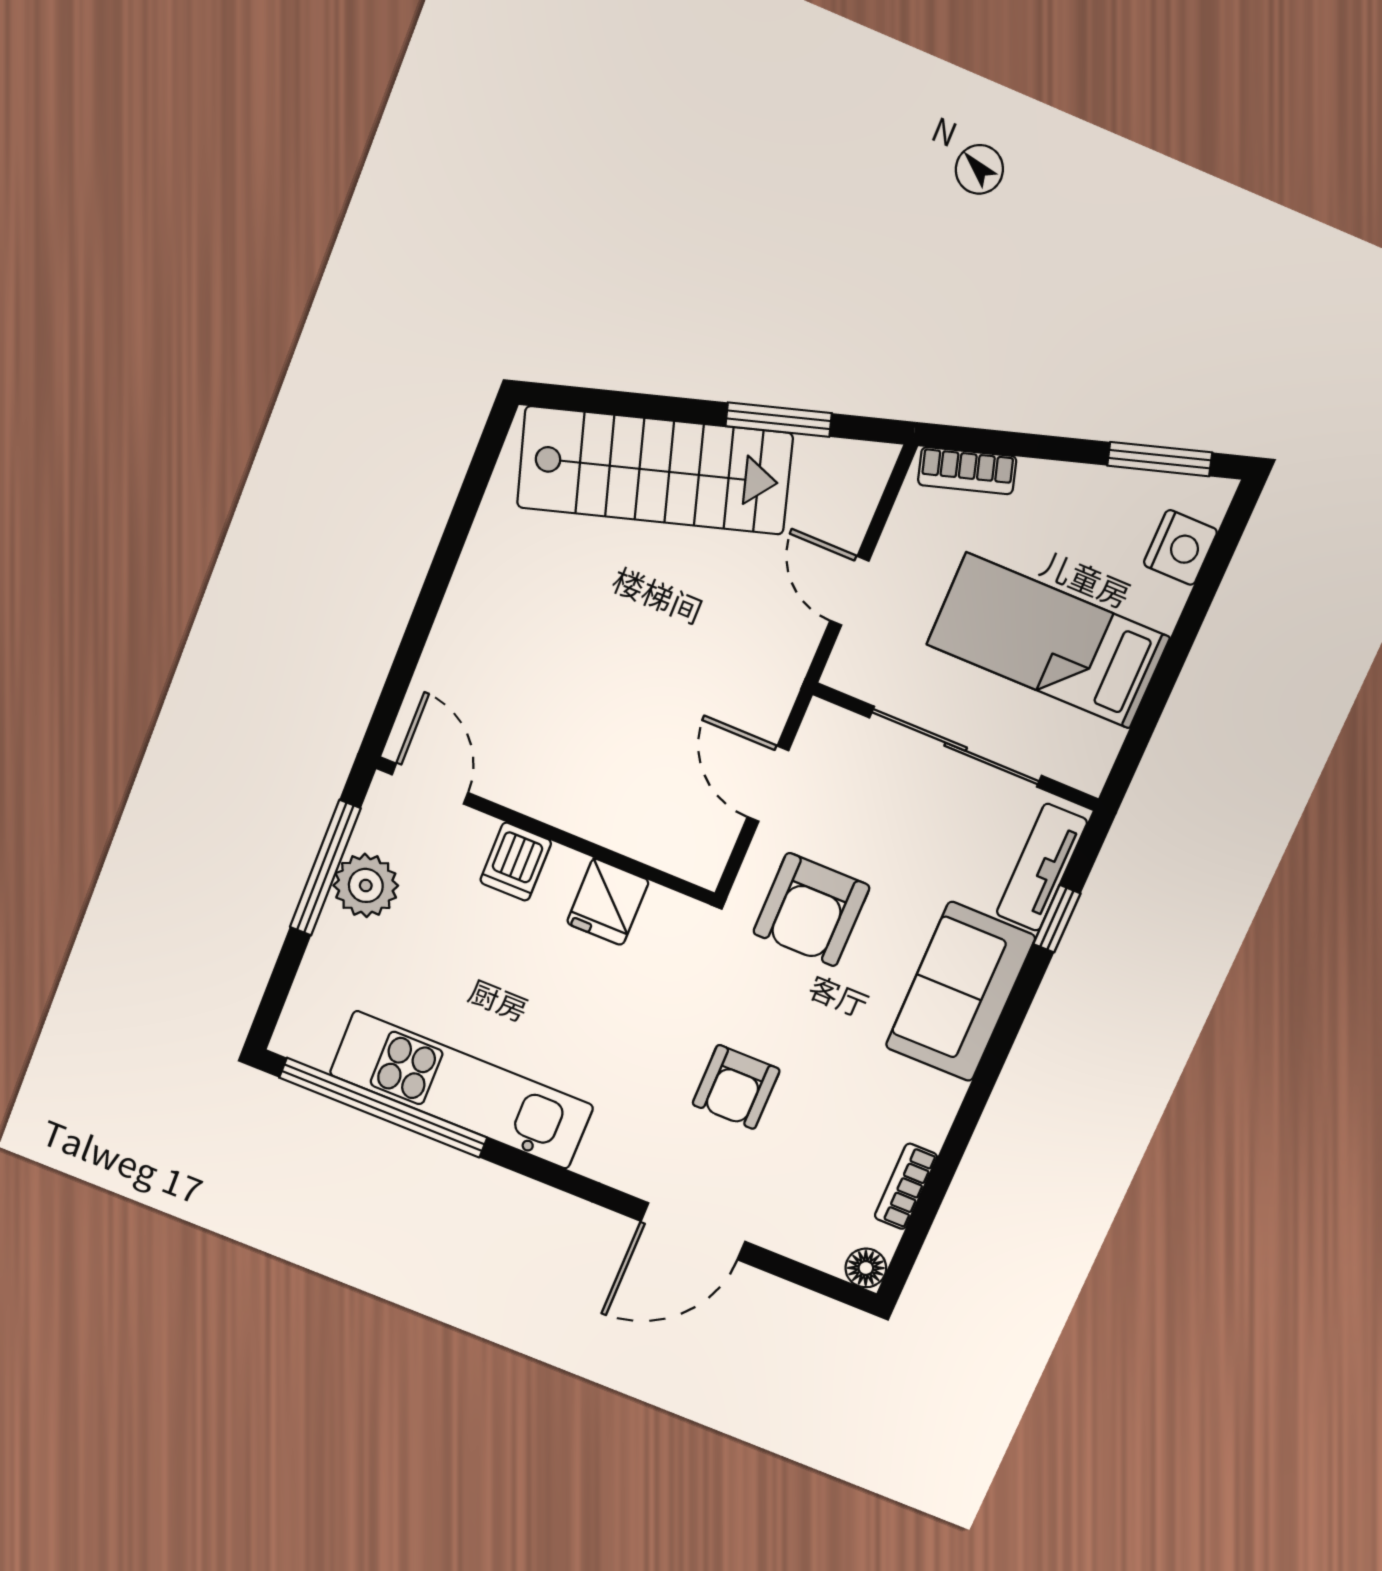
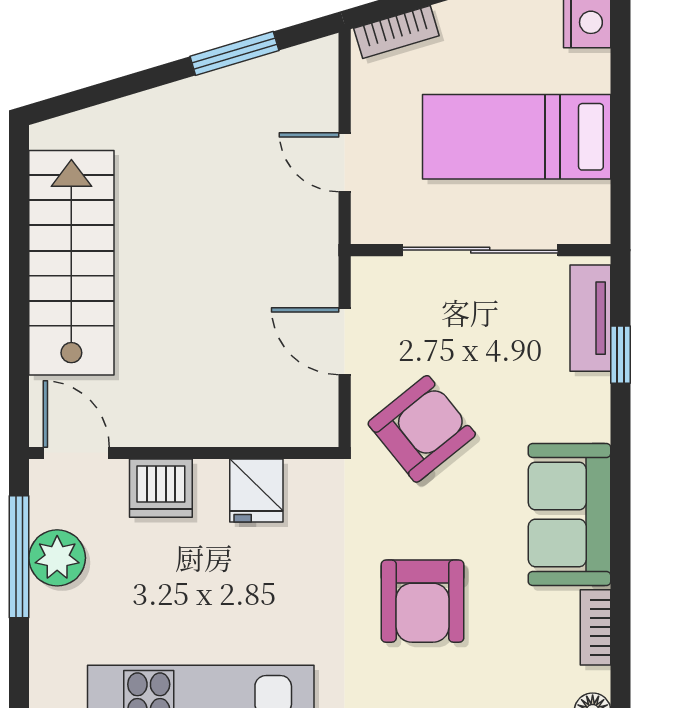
stairs: (655, 470) -> (71, 263), moved, turned -73
dishwasher: (516, 862) -> (161, 488), width x1.38
armchair: (811, 910) -> (422, 429), turned -129
sofa: (960, 992) -> (570, 514), moved
armchair: (736, 1087) -> (422, 601), width x1.38, depth x1.38

